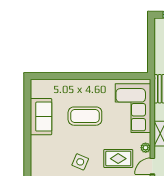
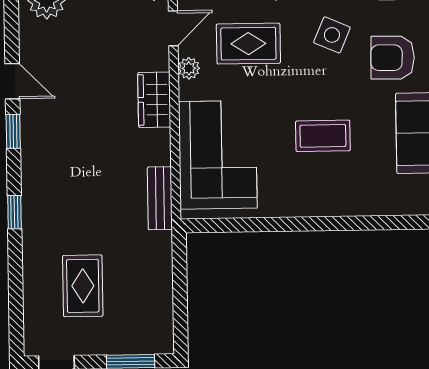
coffee table: (85, 116) -> (323, 136), width x0.73, depth x0.76
armchair: (53, 151) -> (393, 58), added

